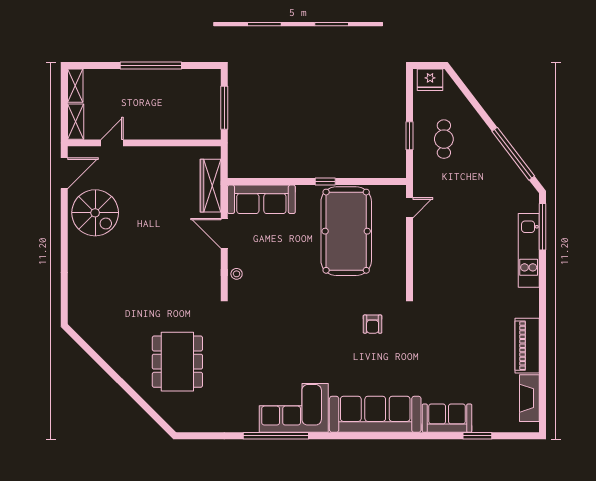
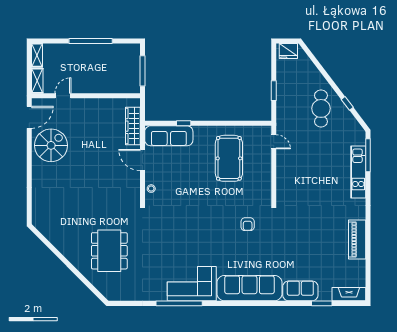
cafe table: (444, 139) -> (321, 108), moved, width x1.37, depth x1.35
window: (513, 154) -> (347, 103), width x0.32
window: (325, 182) -> (184, 123), moved
door: (409, 208) -> (274, 142), hinge flipped
spiral stairs: (95, 213) -> (51, 145), turned -90
pool table: (346, 231) -> (229, 158), width x0.73, depth x0.76
fireplace: (529, 398) -> (349, 294), moved, turned 90

